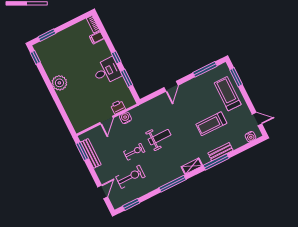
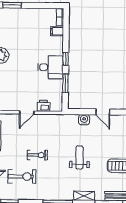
door: (171, 86) -> (103, 112), hinge flipped
water cooler: (125, 118) -> (84, 120), moved
weight bench: (159, 137) -> (79, 157), moved, turned -90

